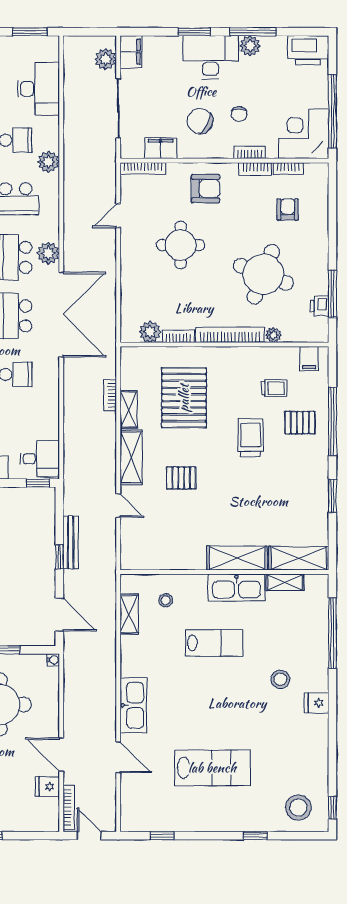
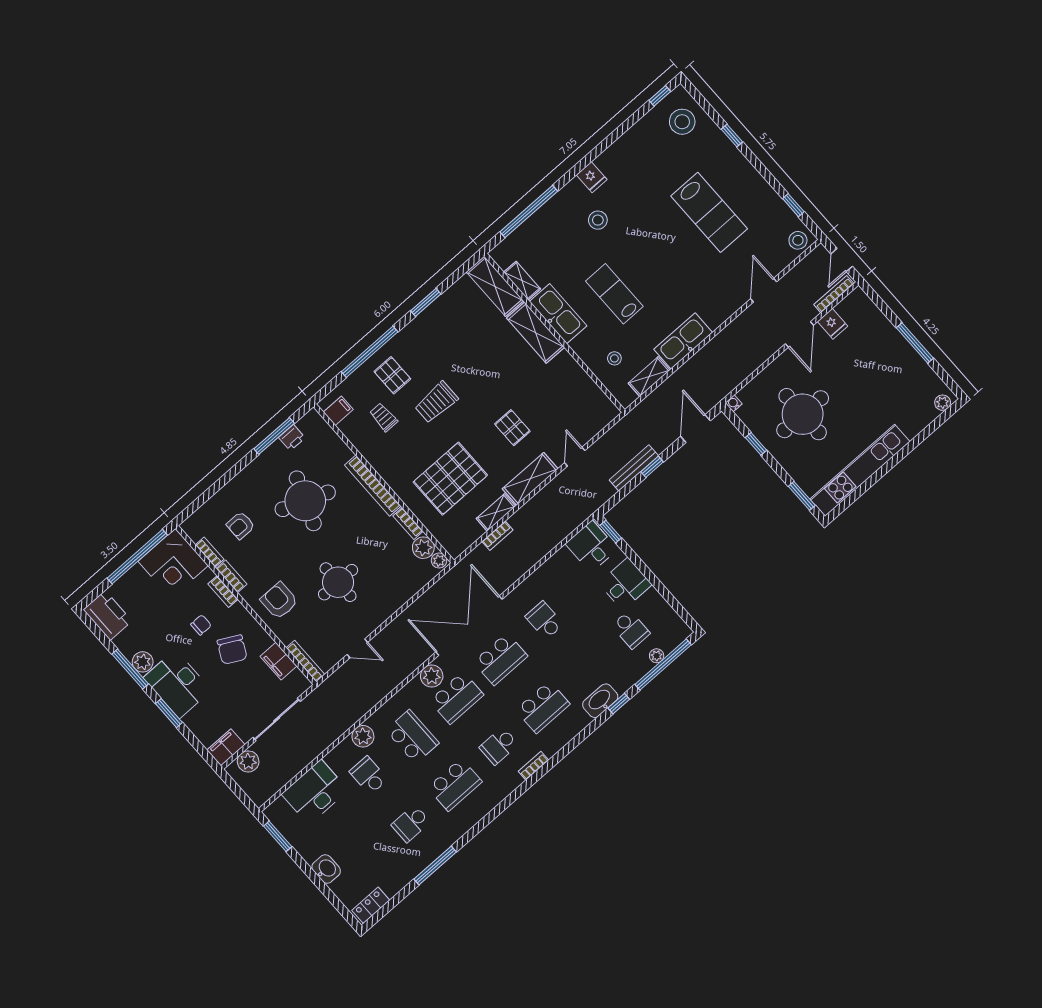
plant: (273, 335) -> (439, 561), moved
kitchen sink: (133, 705) -> (683, 341), moved
lab bench: (212, 768) -> (709, 212), turned 180
stool: (133, 816) -> (798, 240), added

